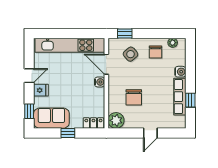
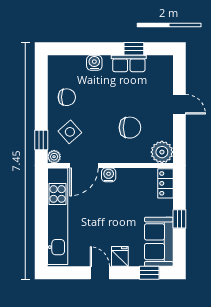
plant: (173, 43) -> (54, 157), moved
row of seats: (180, 97) -> (129, 63), width x0.68

